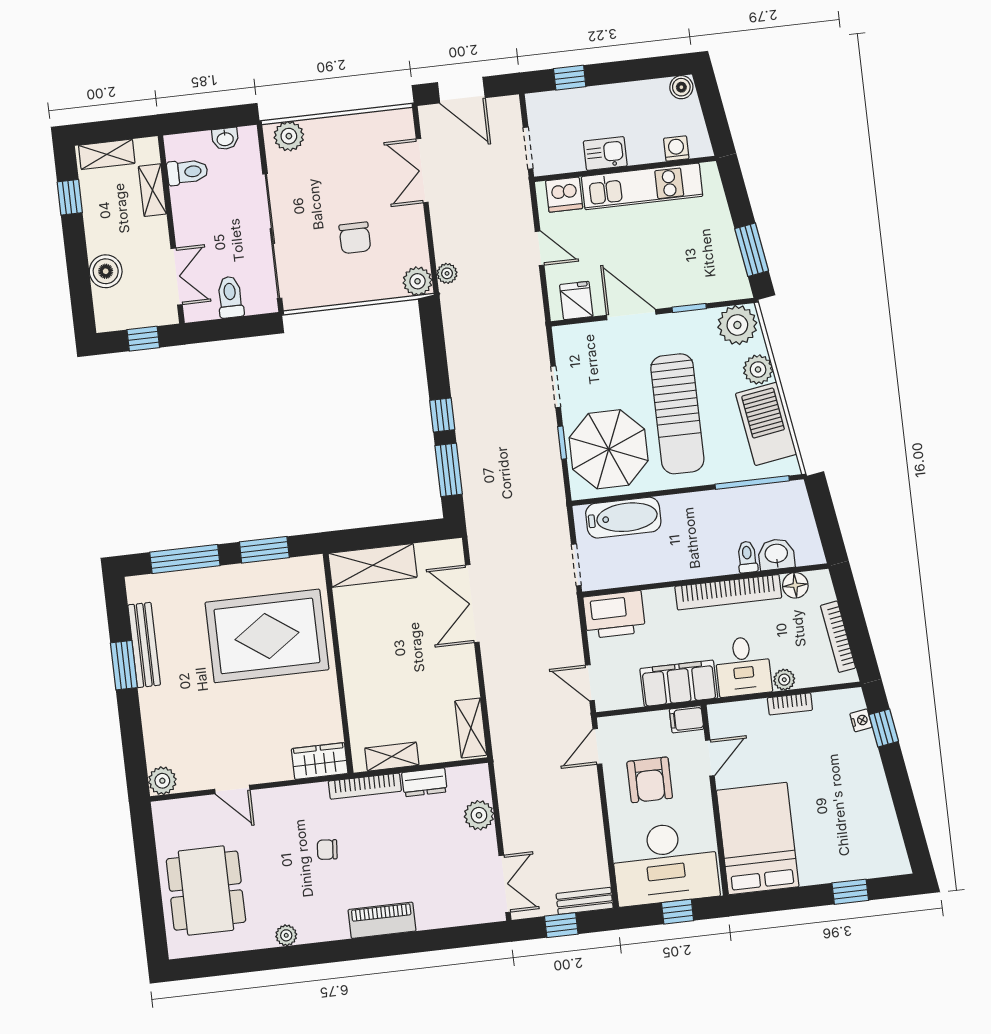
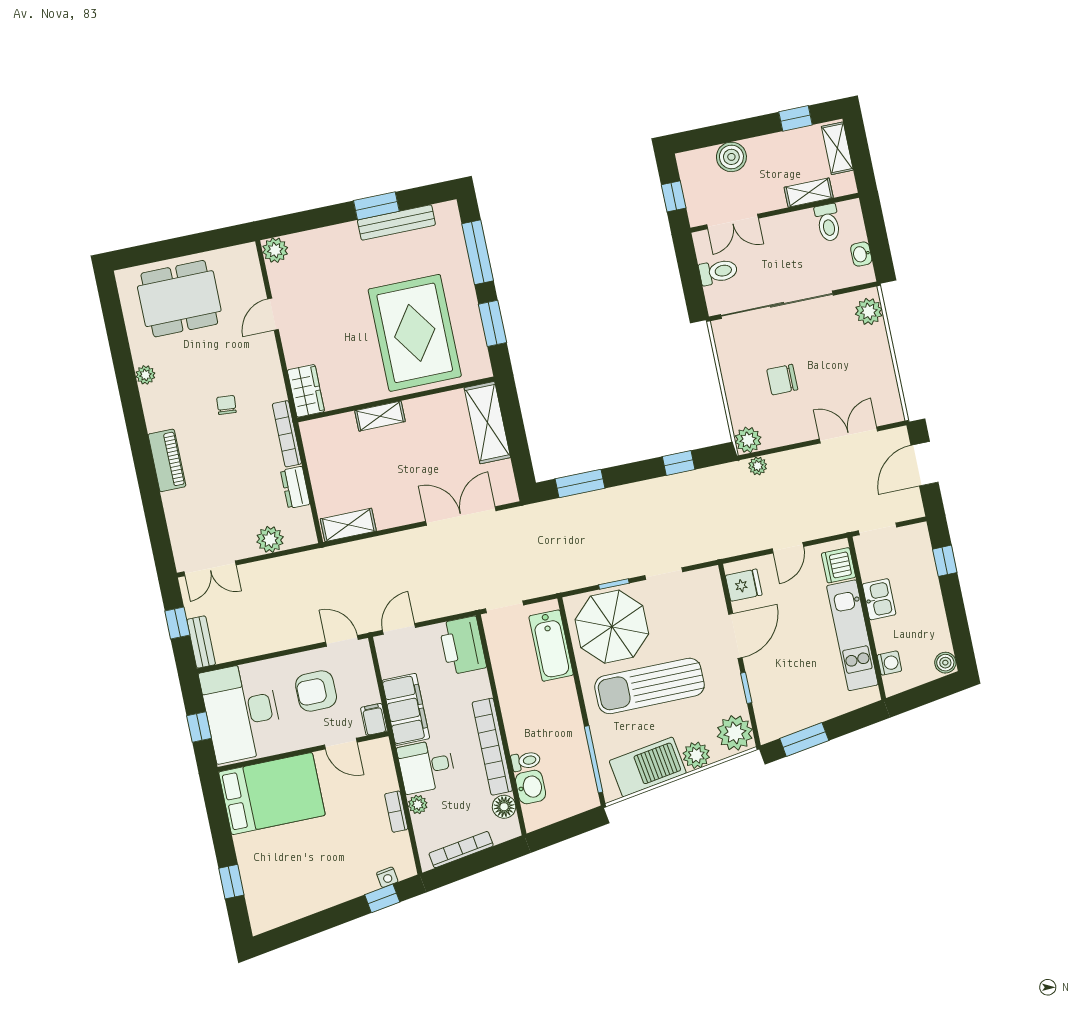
window: (442, 415) -> (679, 463), moved
shelving: (392, 757) -> (380, 416), moved, turned 90

